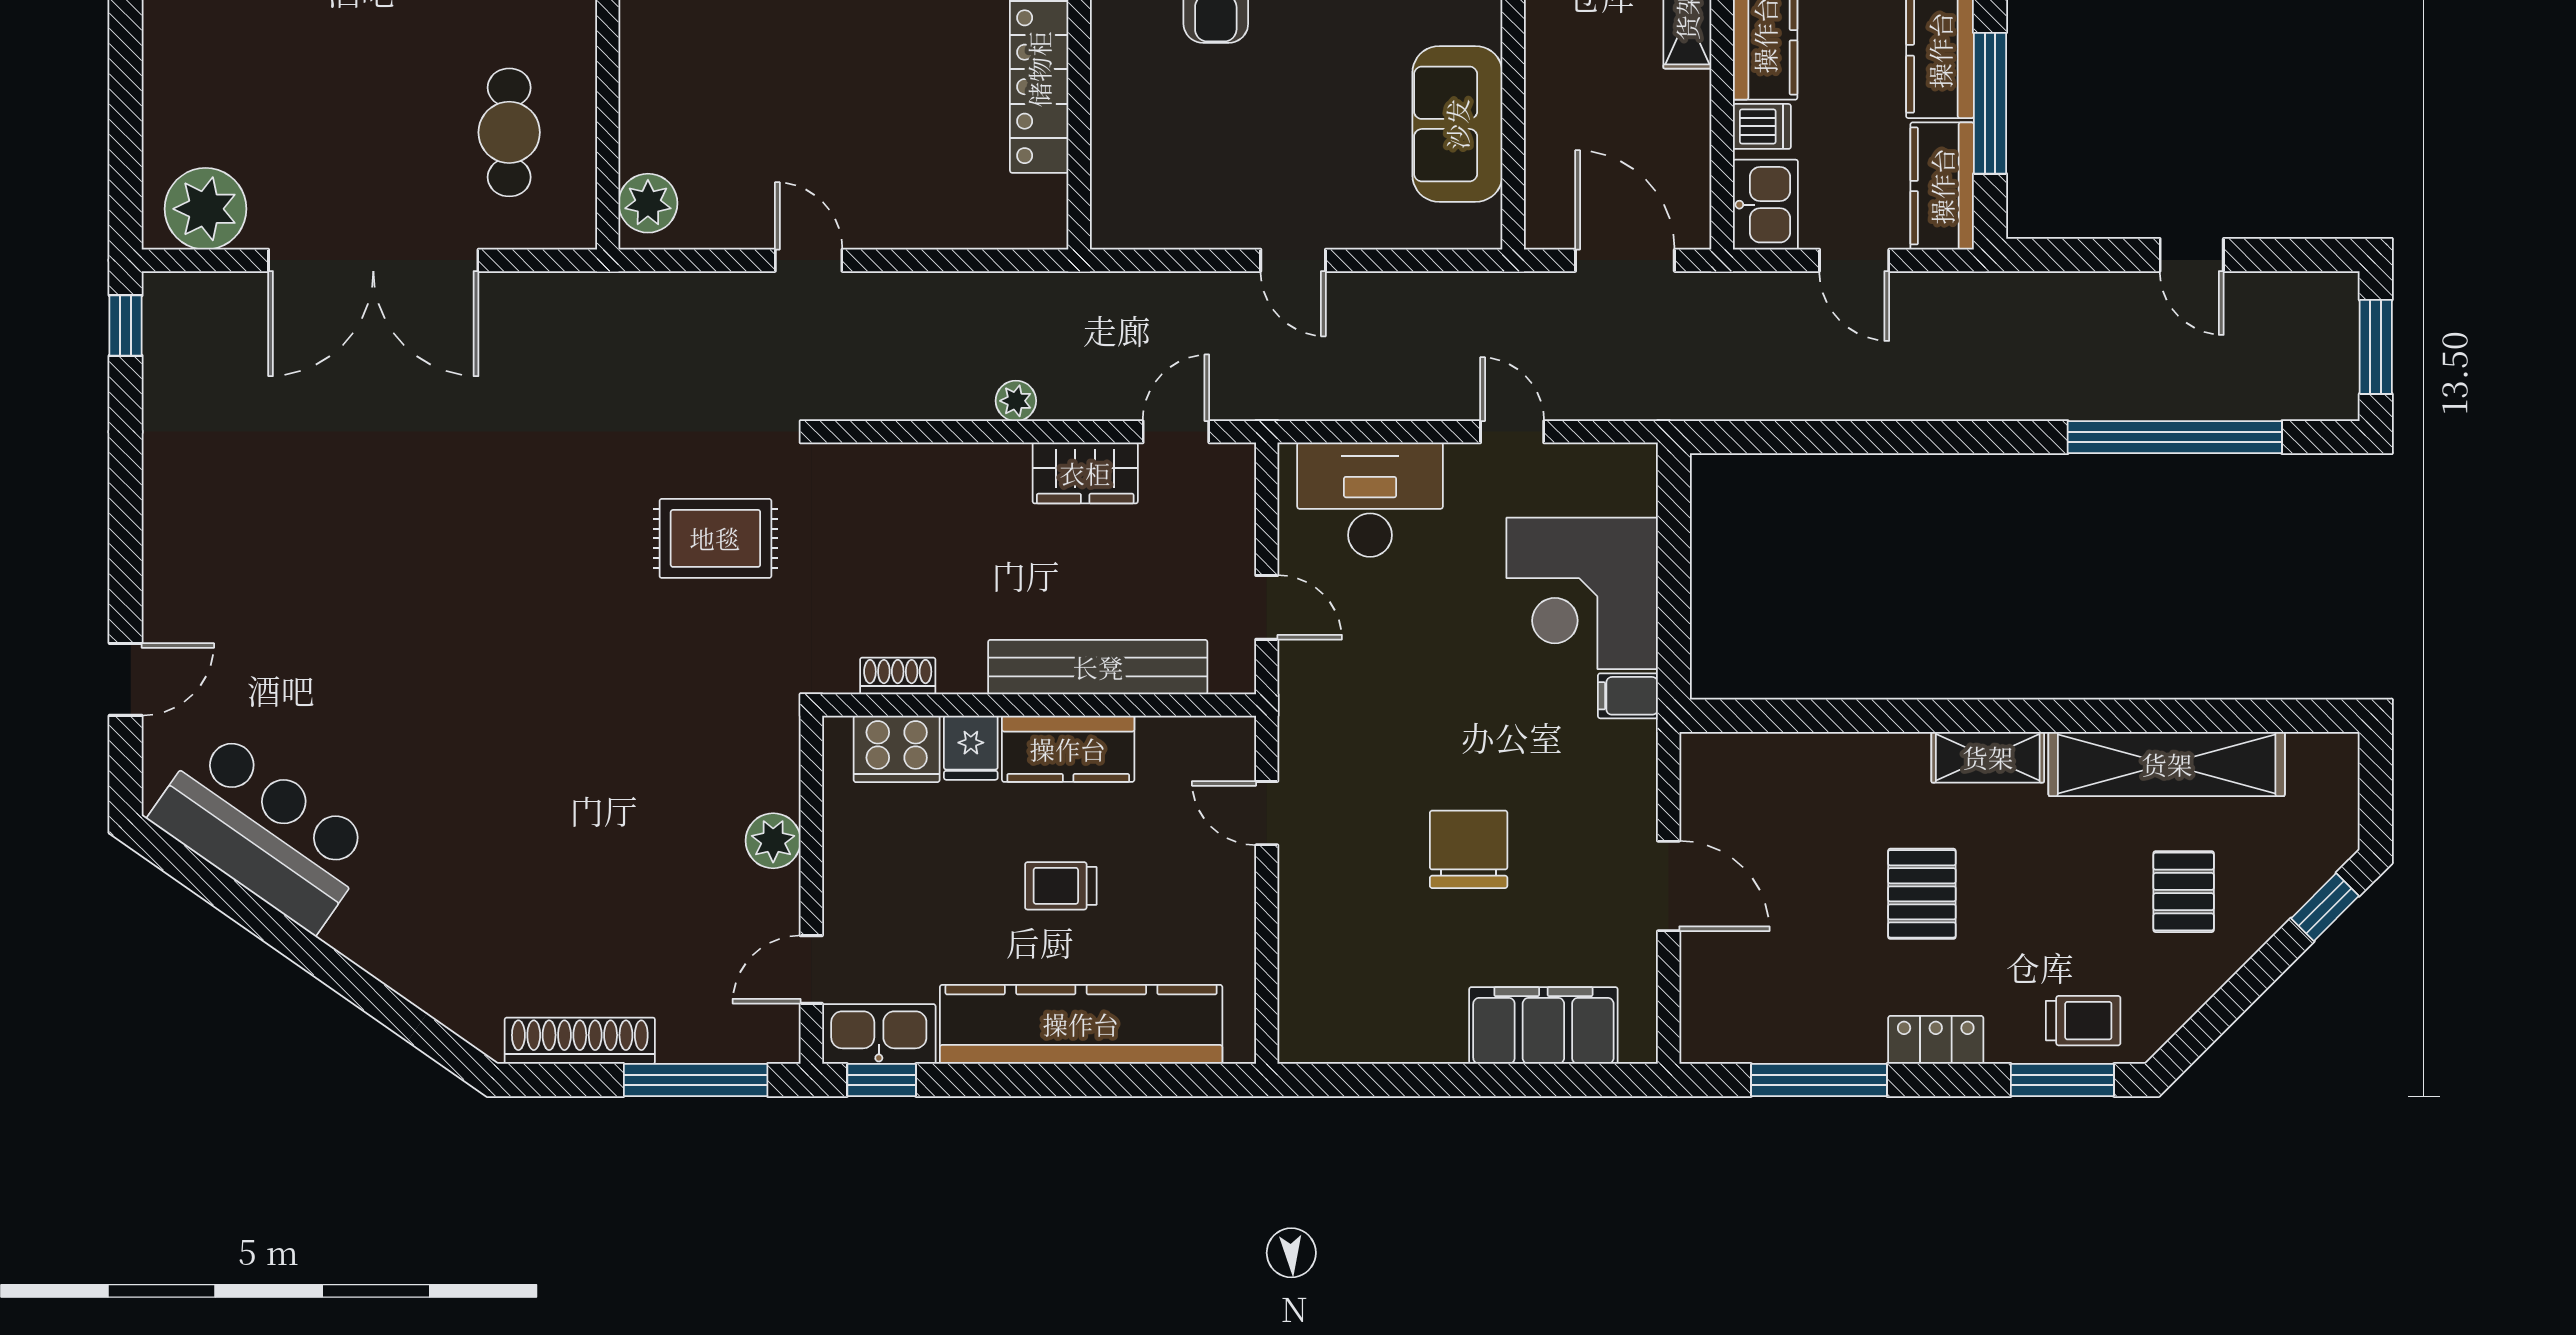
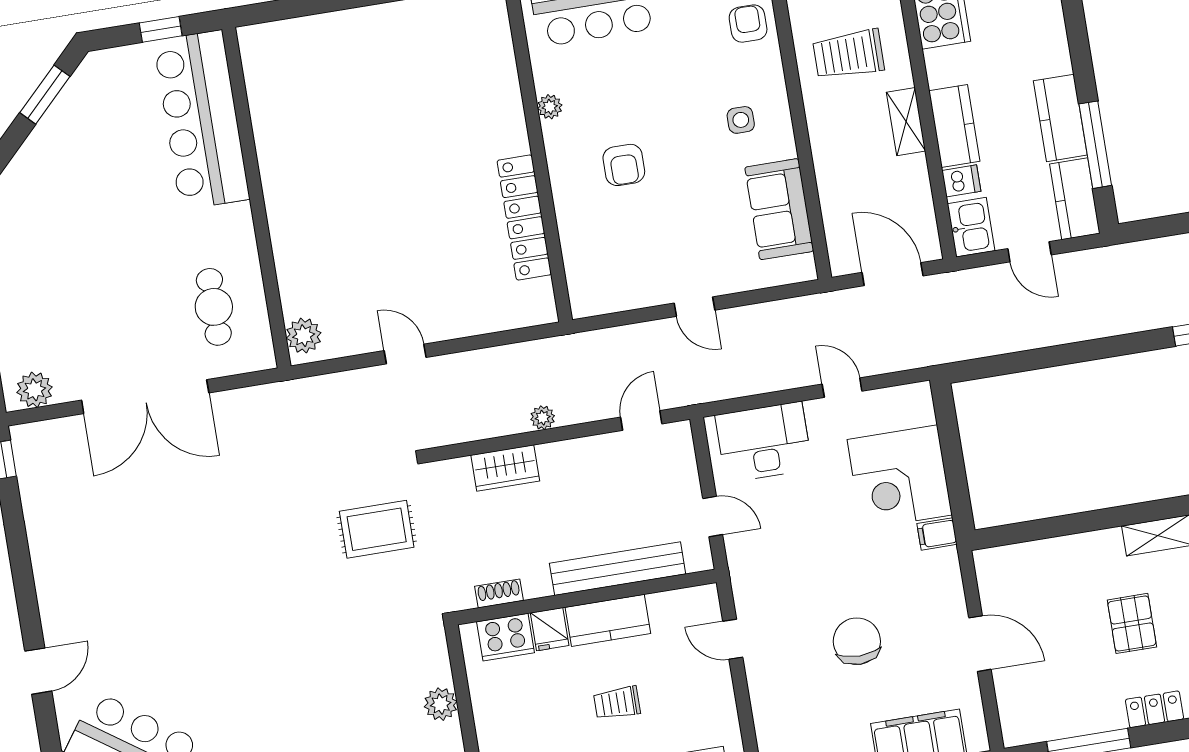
plant: (206, 209) -> (35, 390), width x0.73, depth x0.73
wardrobe: (1085, 473) -> (505, 468), moved

